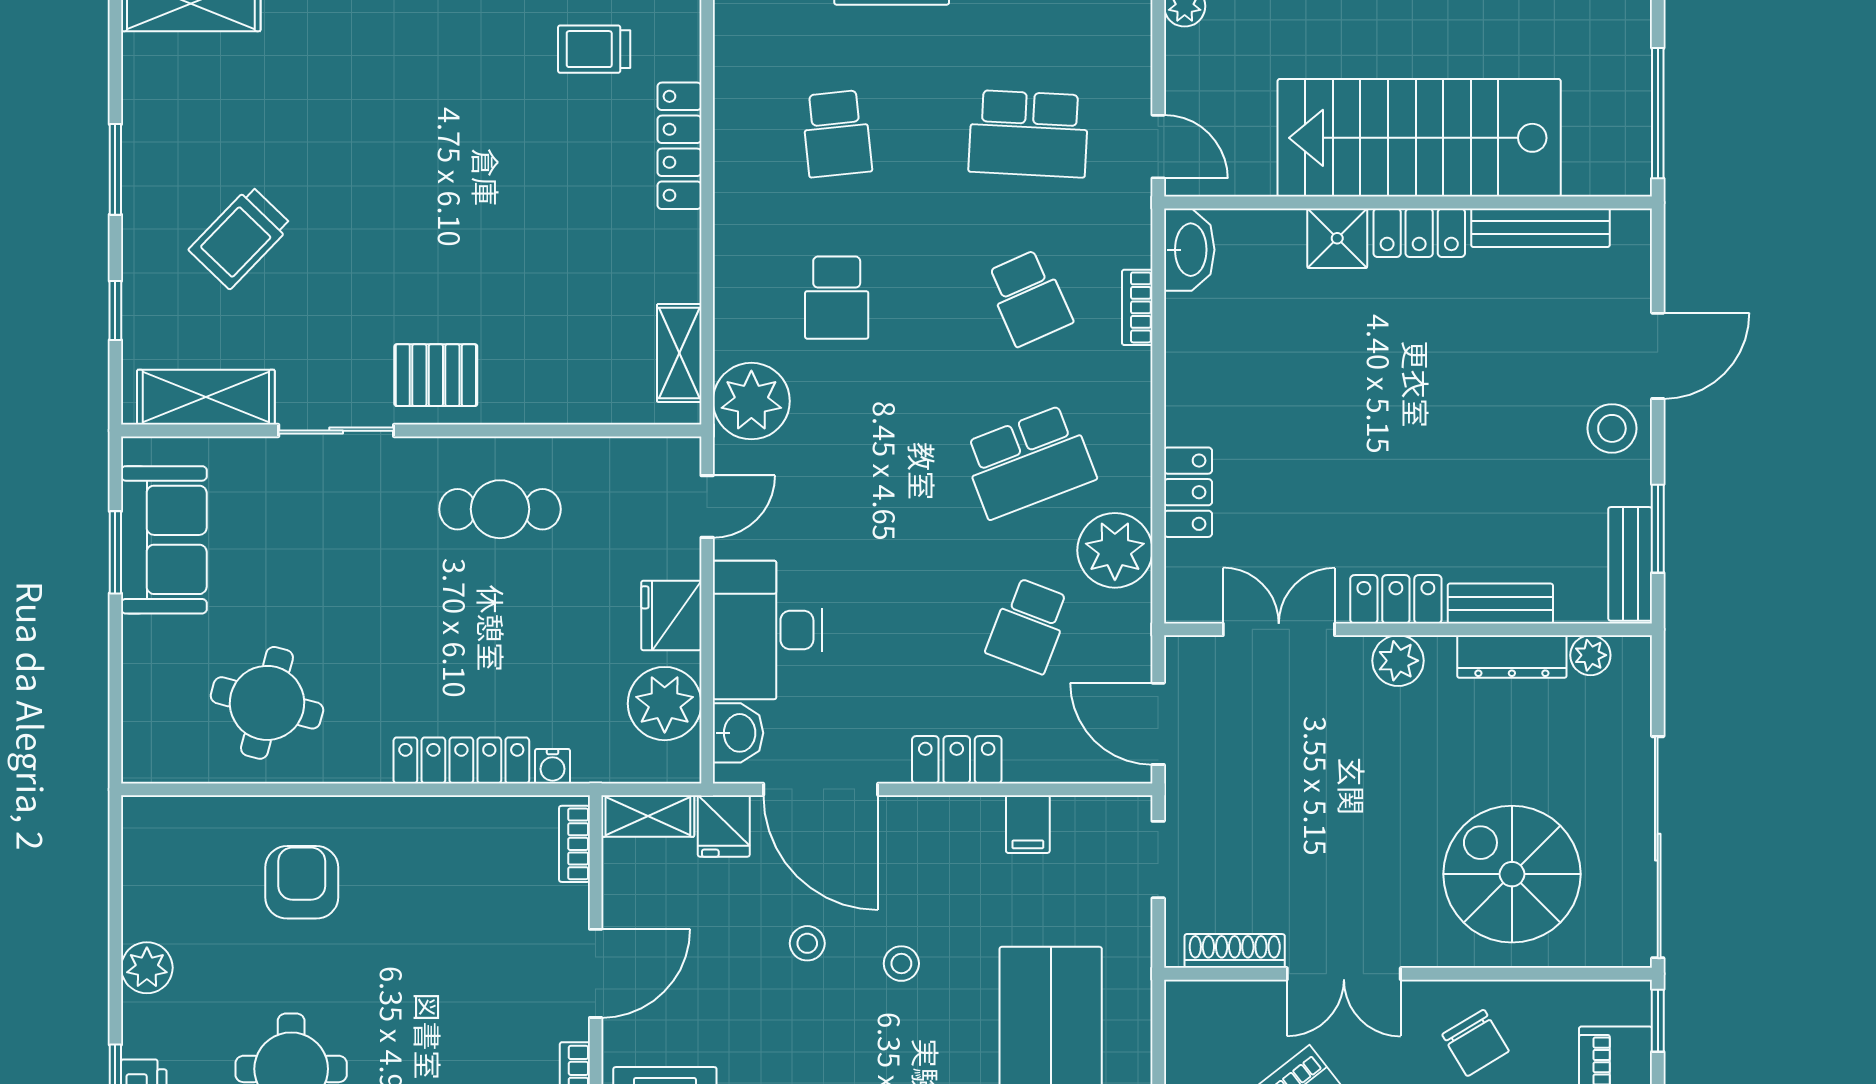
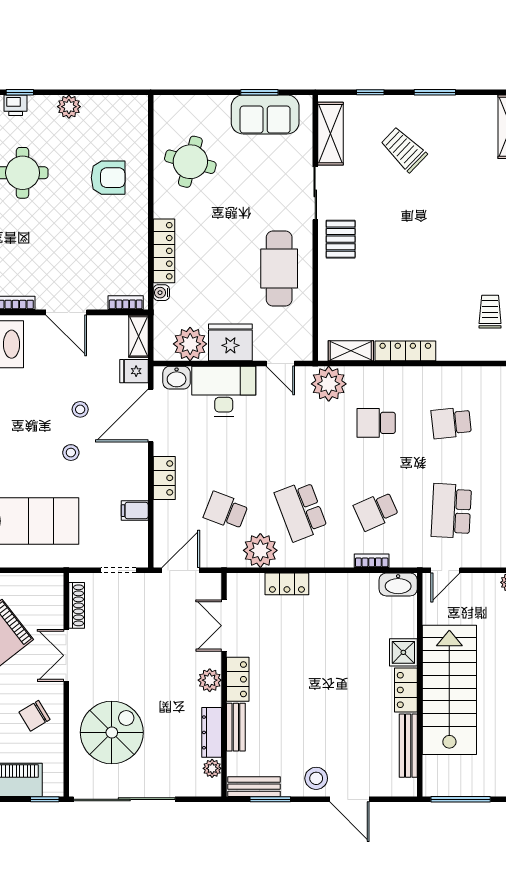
locker: (679, 146) -> (405, 351), moved
cafe table: (500, 509) -> (279, 269), width x1.37, depth x1.35
fridge: (671, 615) -> (230, 342), width x1.36, depth x1.34
double door: (1279, 629) -> (224, 626), swing flipped

